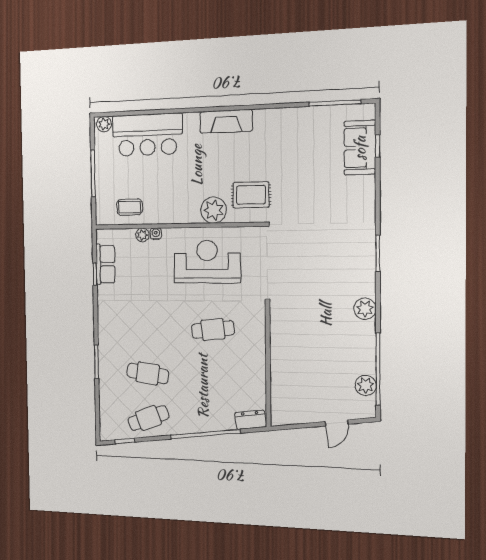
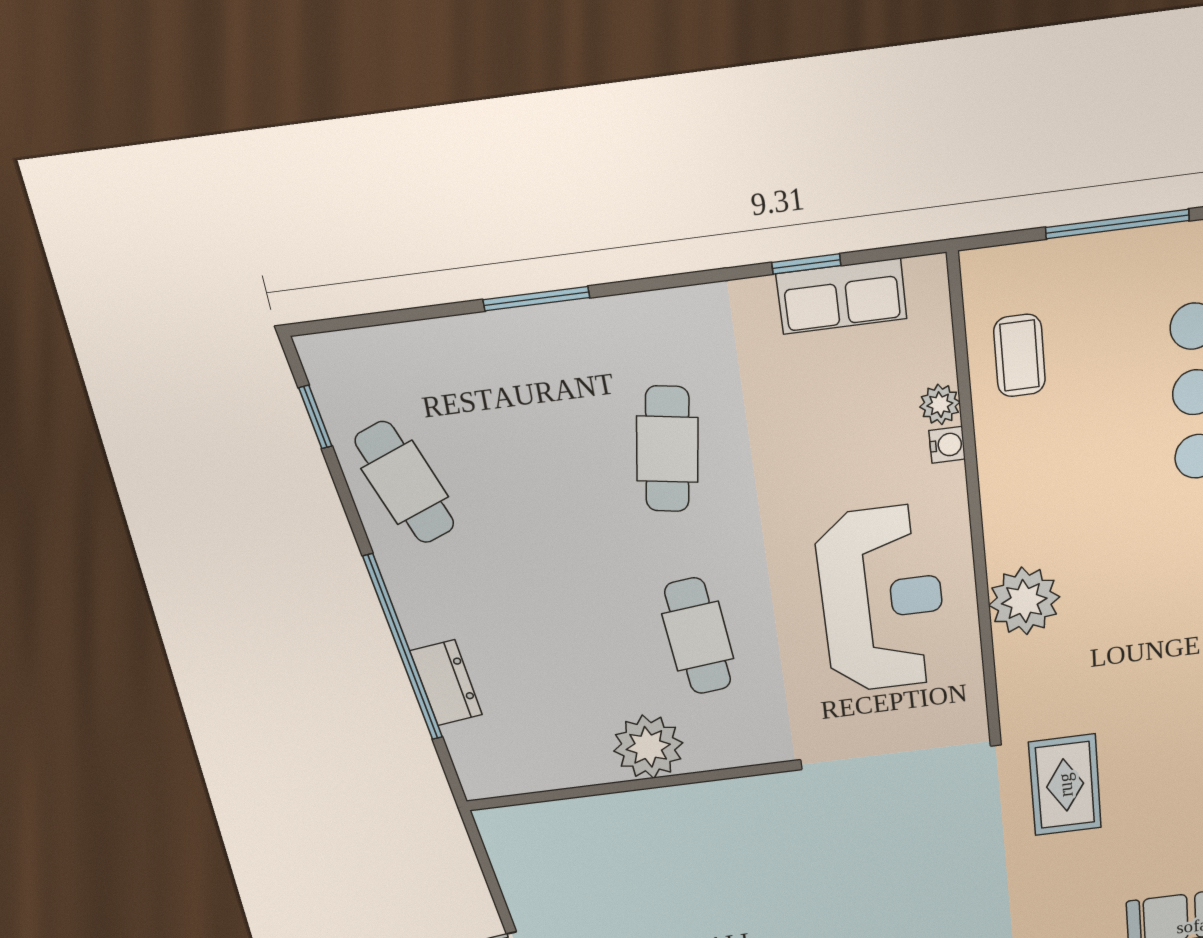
rug: (251, 195) -> (1065, 785), moved
plant: (253, 355) -> (648, 747), added
cafe table: (148, 373) -> (667, 449), moved
dresser: (250, 420) -> (446, 683), moved

